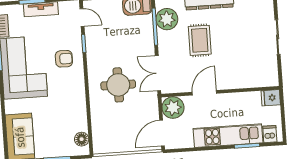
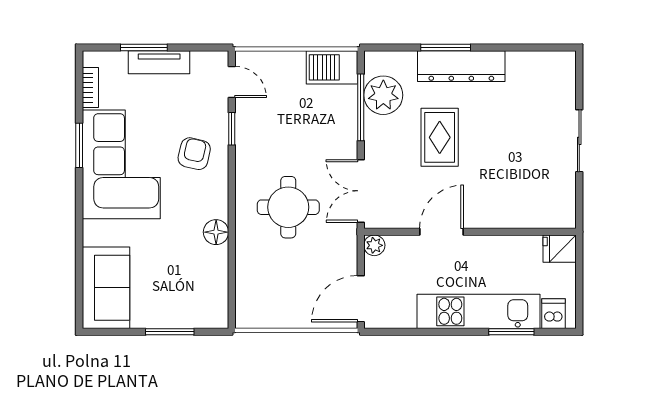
armchair: (64, 59) -> (194, 154), turned -77
plant: (173, 108) -> (374, 245), width x0.53, depth x0.53
floor lamp: (82, 139) -> (216, 232), moved

